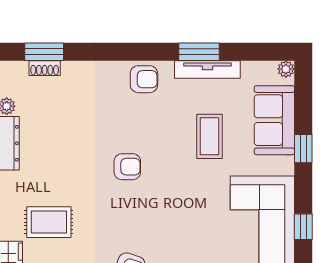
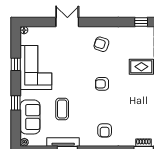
armchair: (144, 79) -> (105, 130), moved, turned -90
armchair: (127, 167) -> (102, 84), moved

